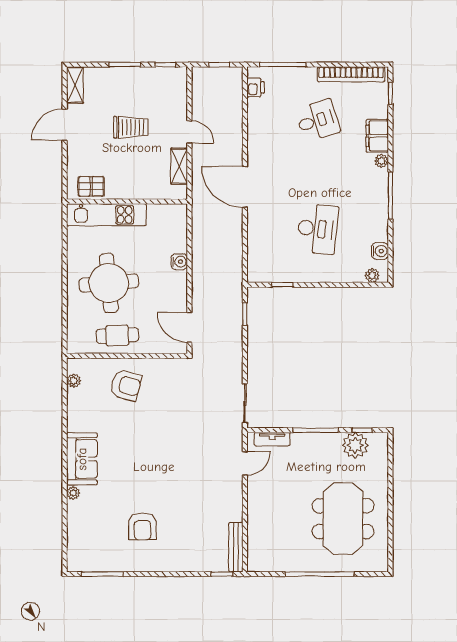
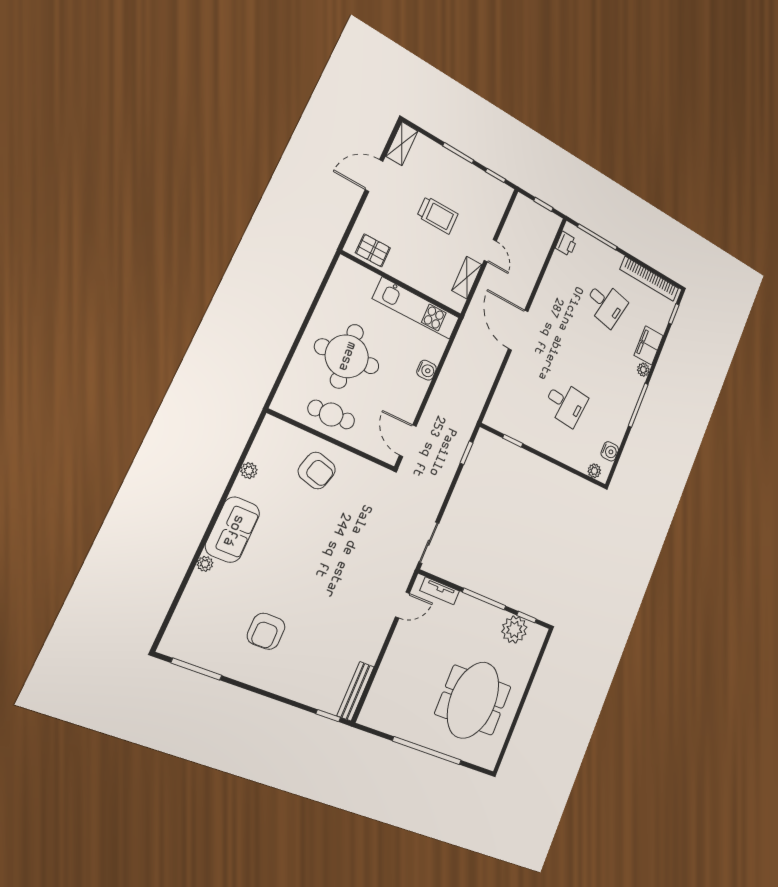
desk: (318, 120) -> (606, 304), turned 30
kitchen unit: (106, 215) -> (416, 308), moved
desk: (318, 229) -> (566, 403), width x0.73
plant: (74, 381) -> (249, 471), moved

